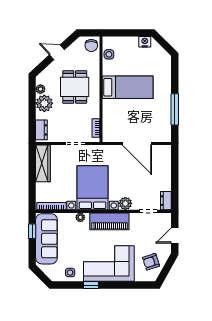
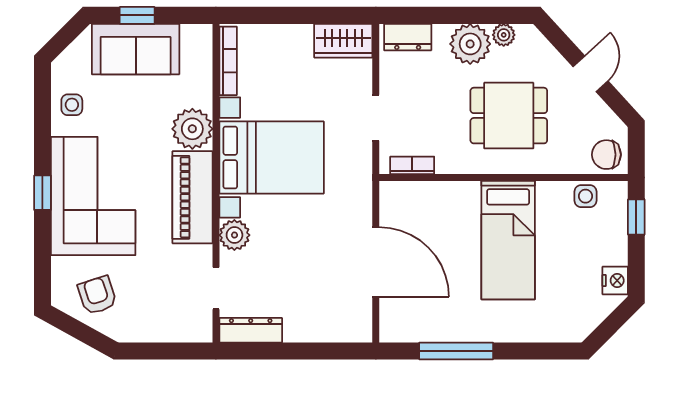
window: (118, 33) -> (636, 217), added
door: (137, 143) -> (376, 262), swing flipped
wardrobe: (43, 163) -> (343, 41), width x0.67
dresser: (166, 201) -> (251, 330), width x1.44
plant: (80, 217) -> (192, 129), width x1.88, depth x1.88
window: (32, 231) -> (137, 15), moved
door: (175, 235) -> (159, 351), removed
sofa: (46, 239) -> (136, 49), width x0.73
window: (91, 285) -> (42, 193), moved

